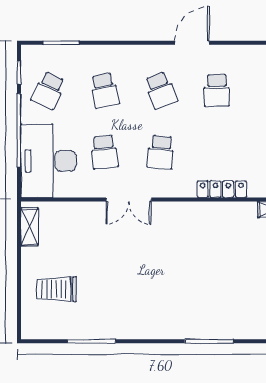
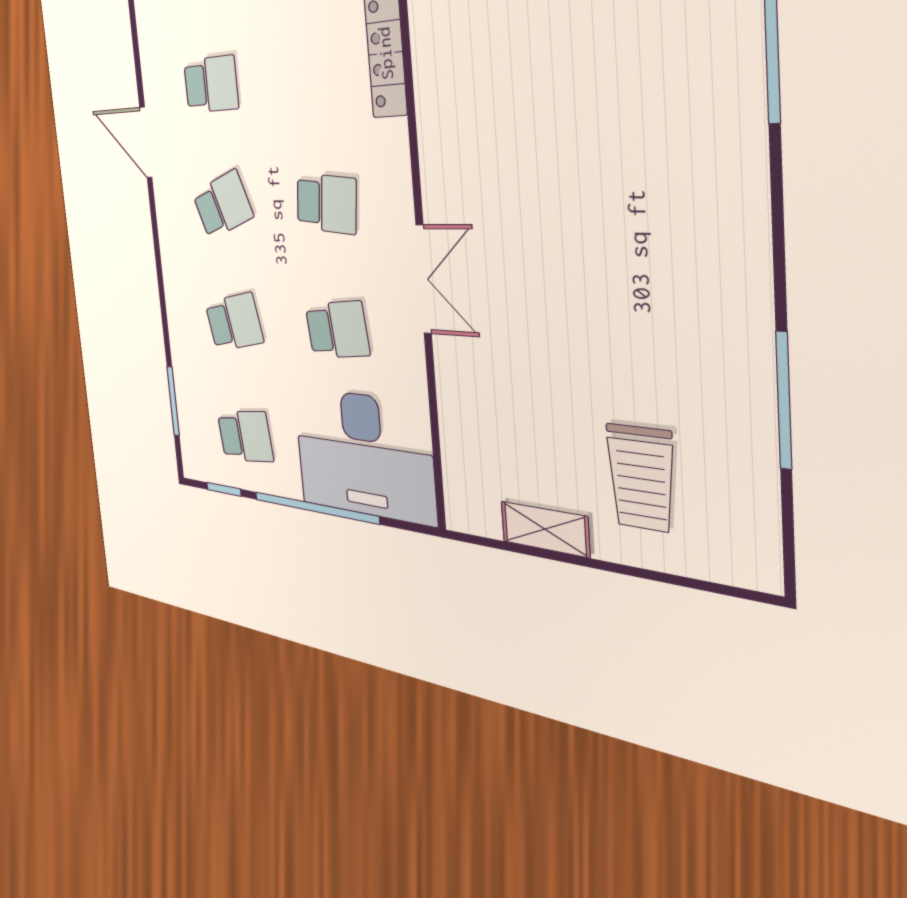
school desk: (48, 90) -> (245, 436), turned -30
shelving: (29, 227) -> (545, 529), moved

